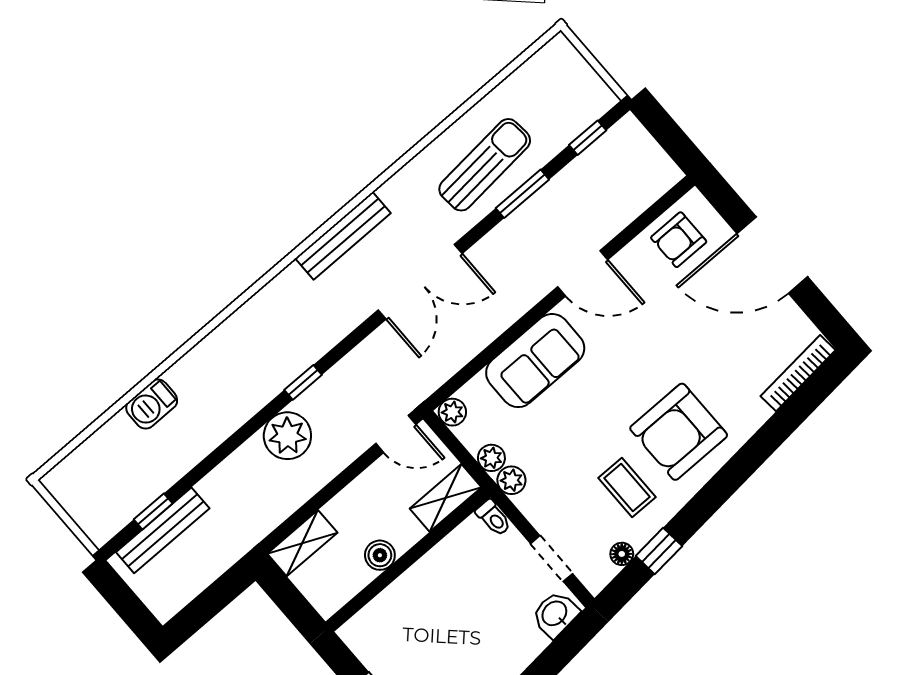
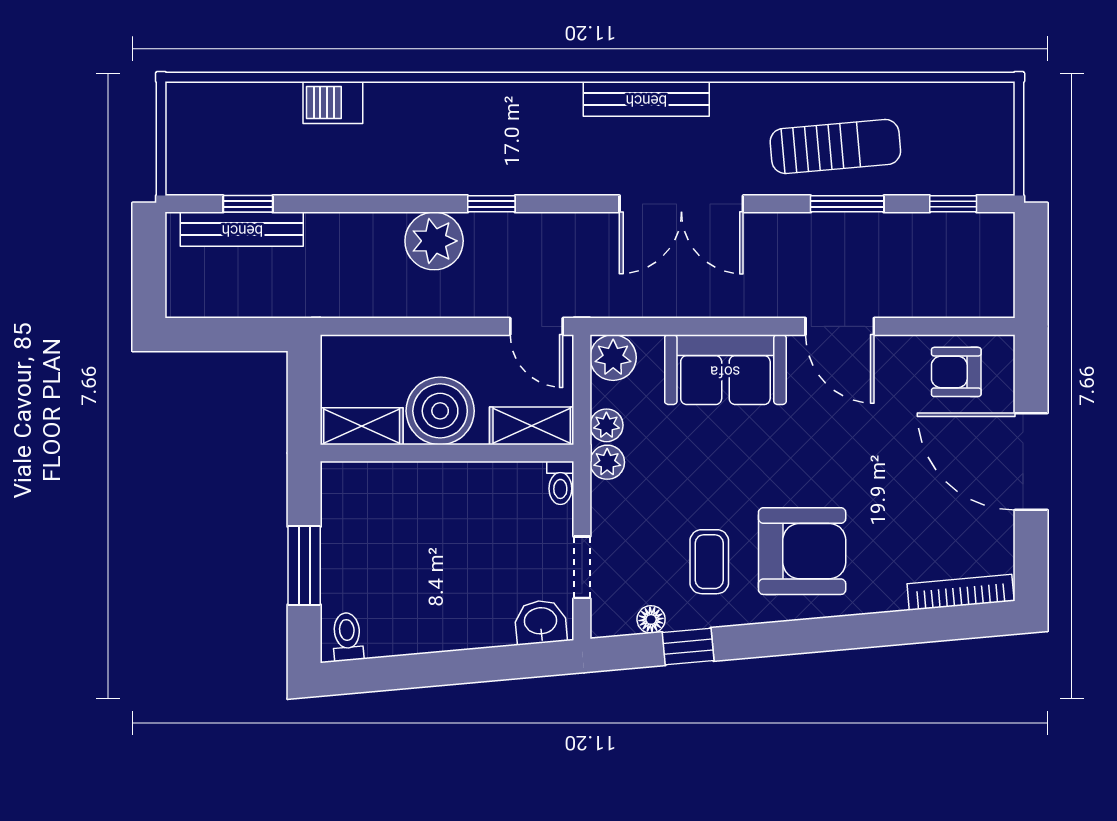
plant: (452, 412) -> (613, 358), width x1.38, depth x1.38
armchair: (679, 432) -> (802, 551), turned 180
shelving: (302, 543) -> (362, 426), moved
boiler: (380, 555) -> (440, 411), width x1.86, depth x1.86

